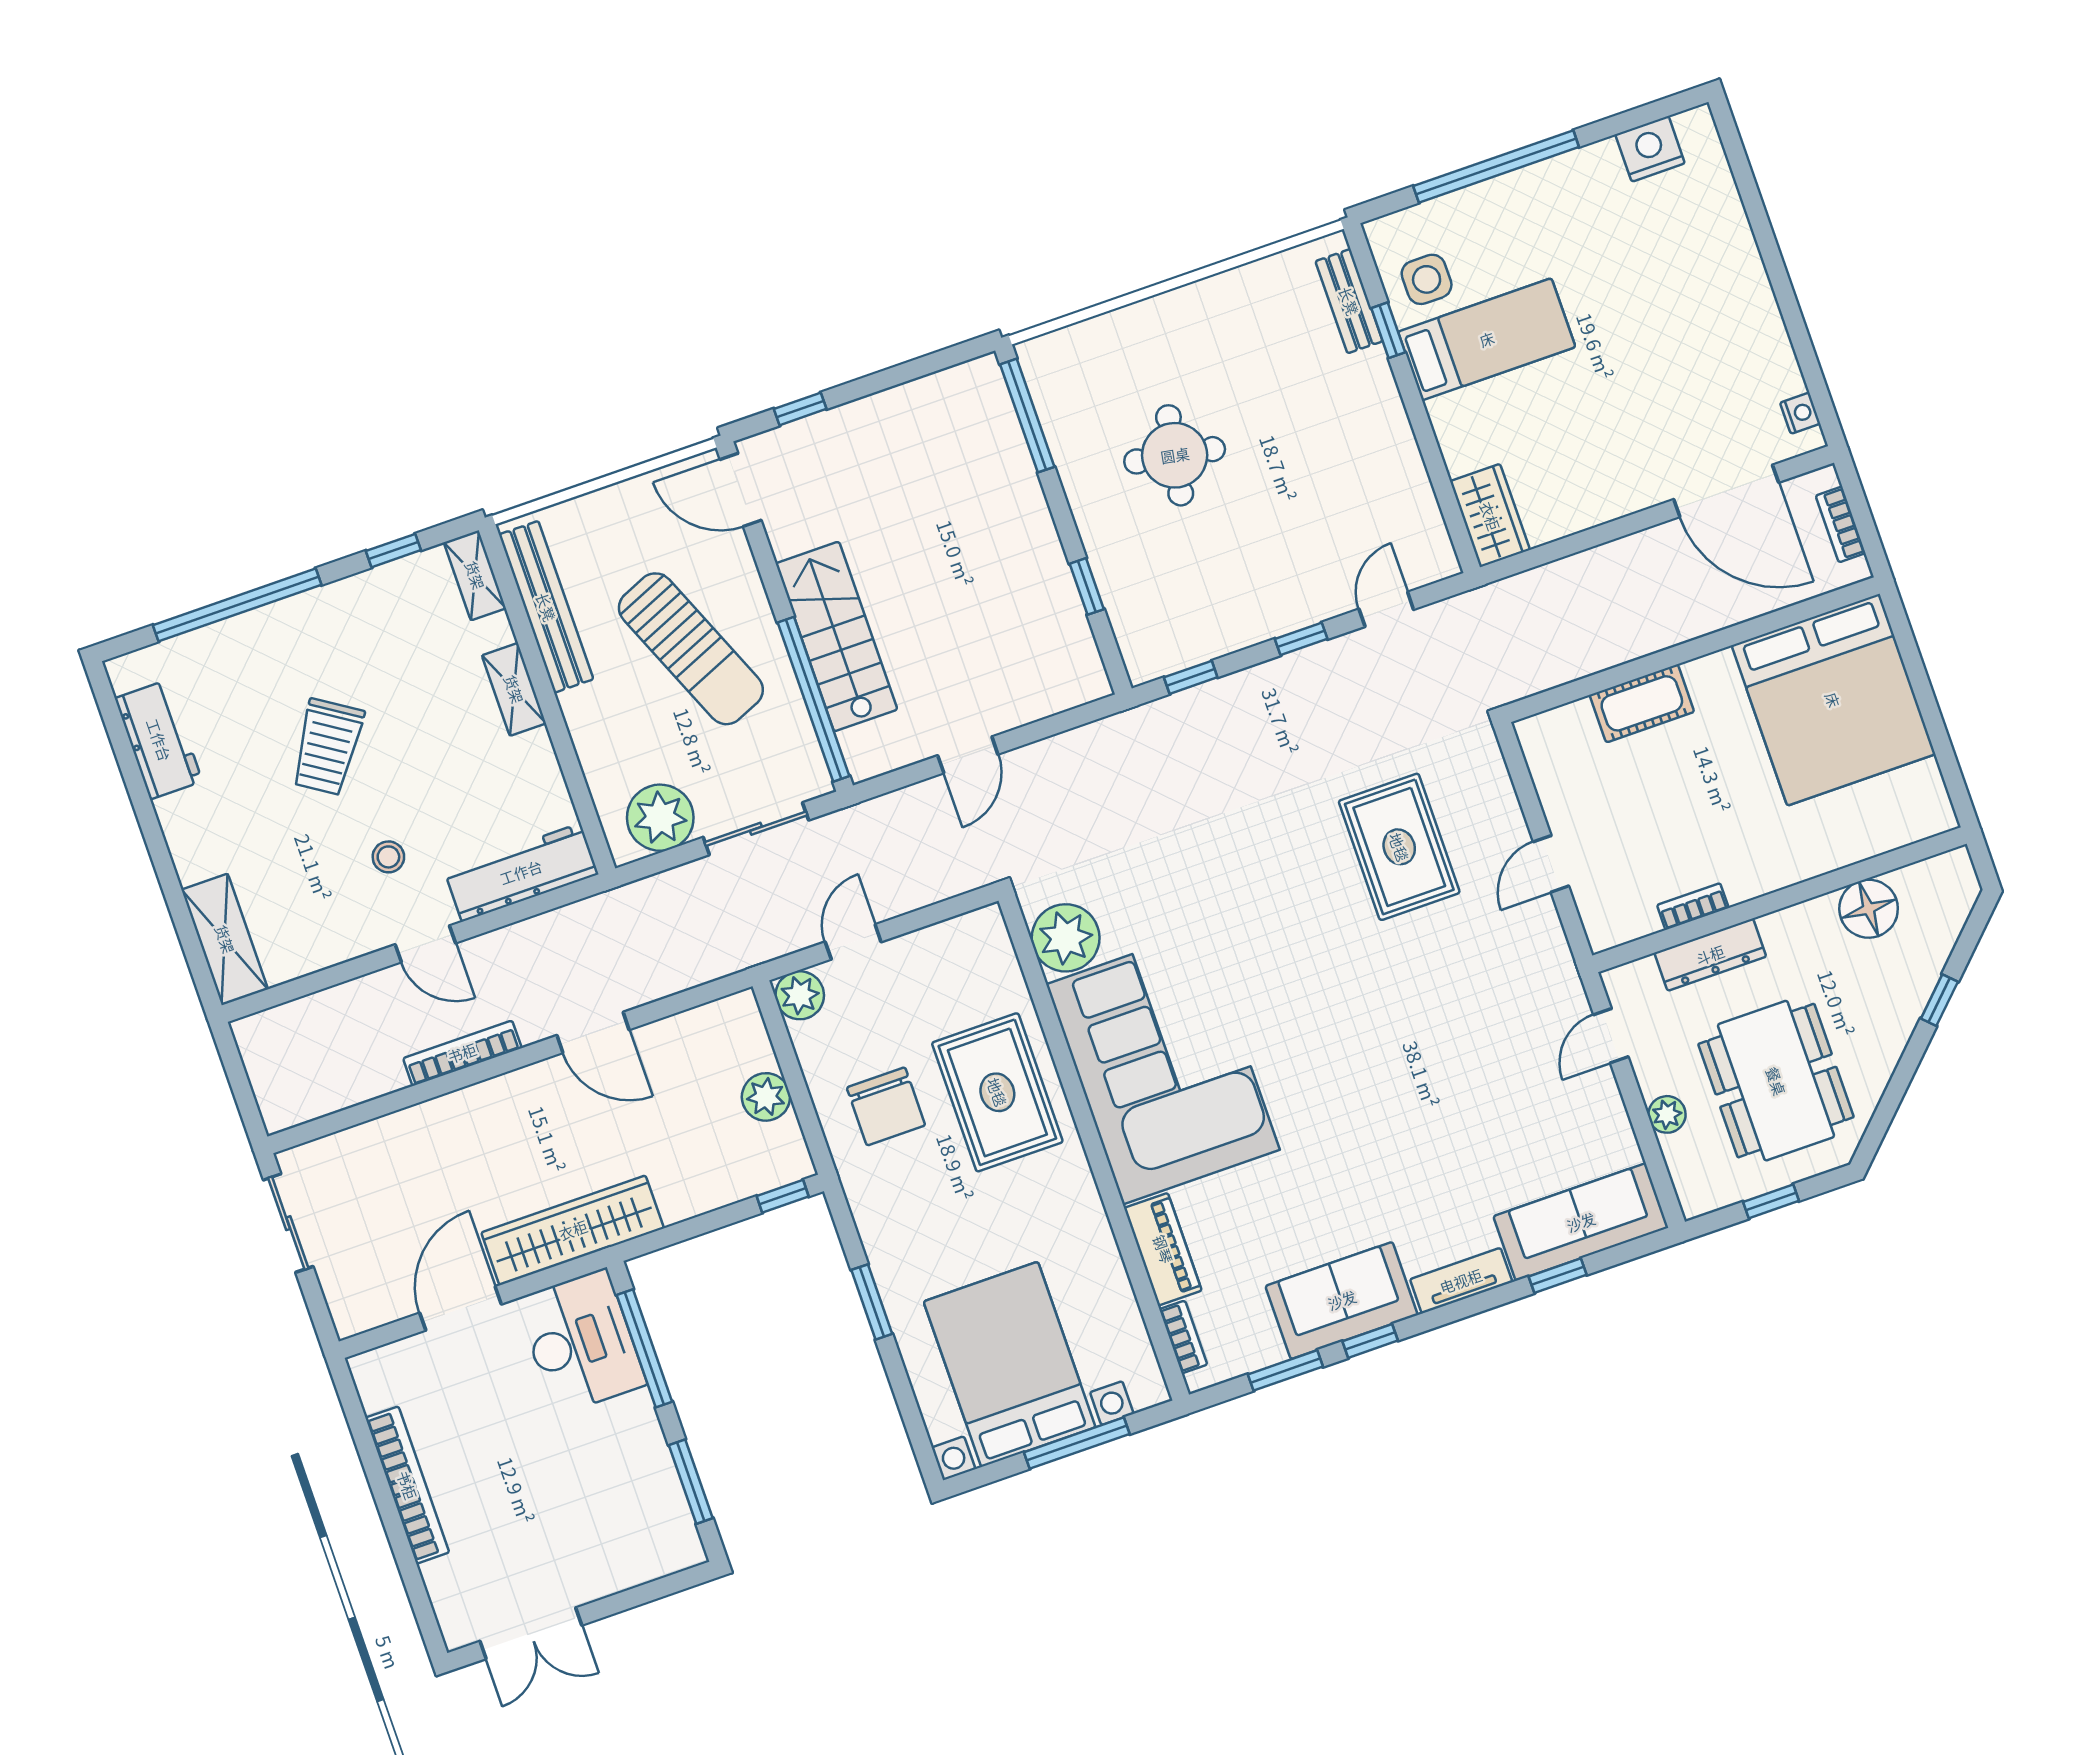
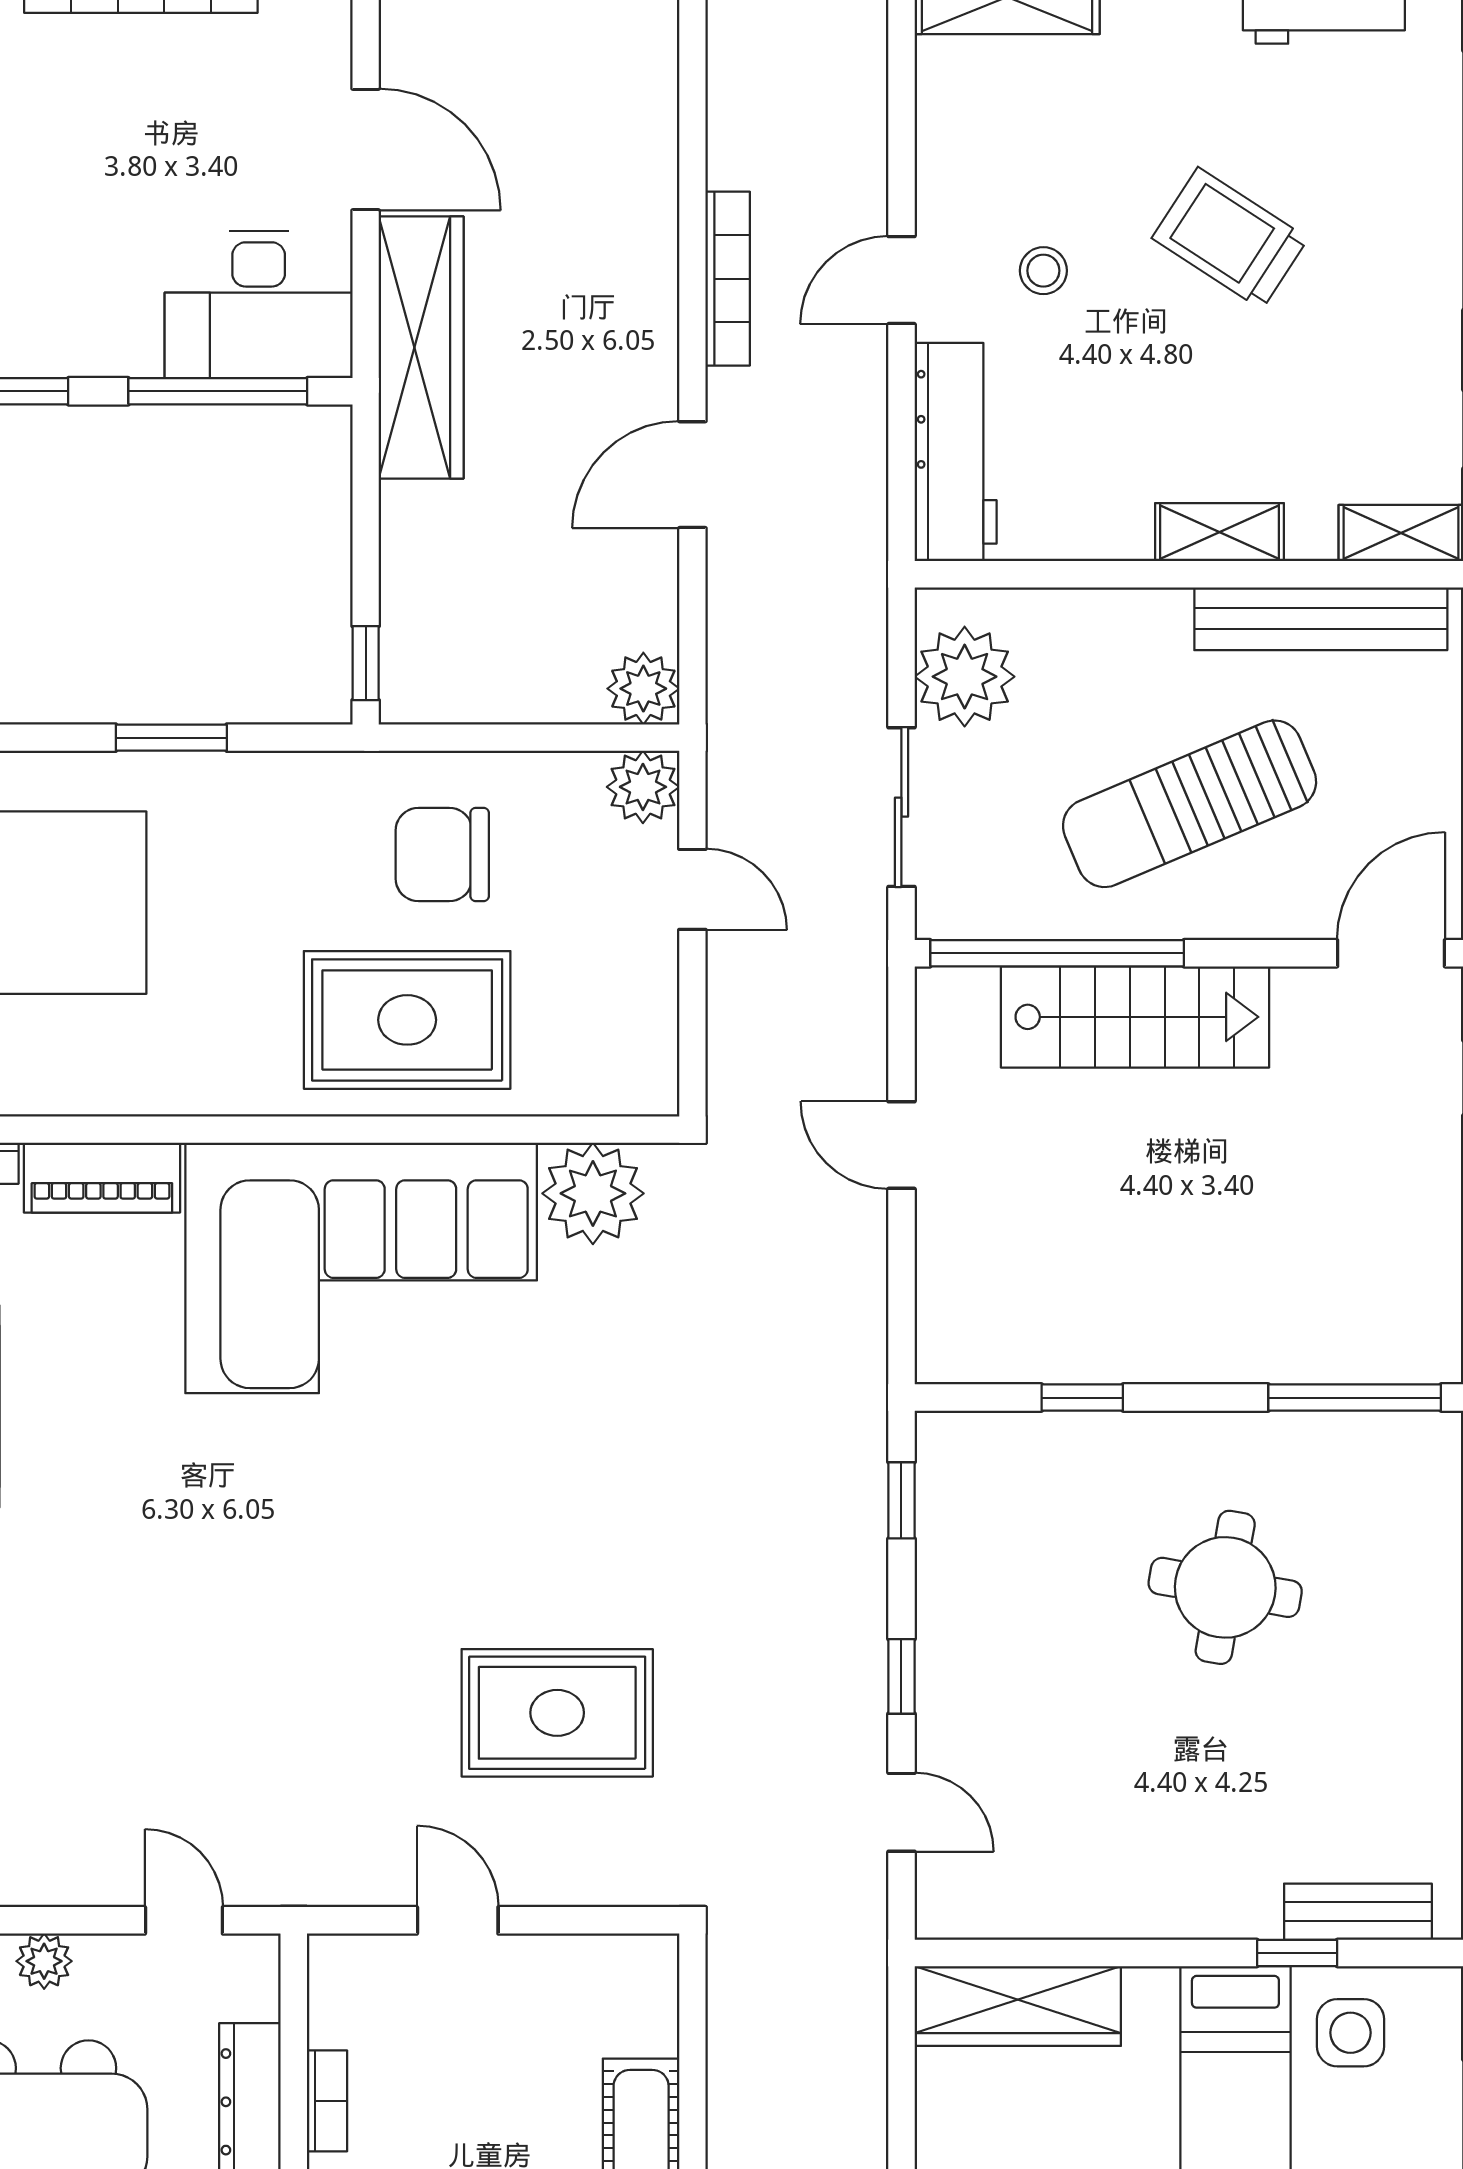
wardrobe: (1490, 516) -> (1018, 2006), width x1.50
plant: (766, 1097) -> (643, 689), moved

